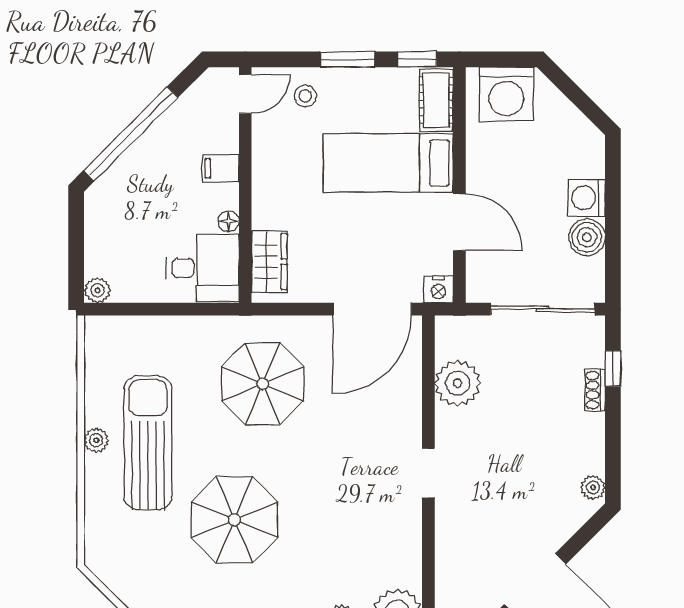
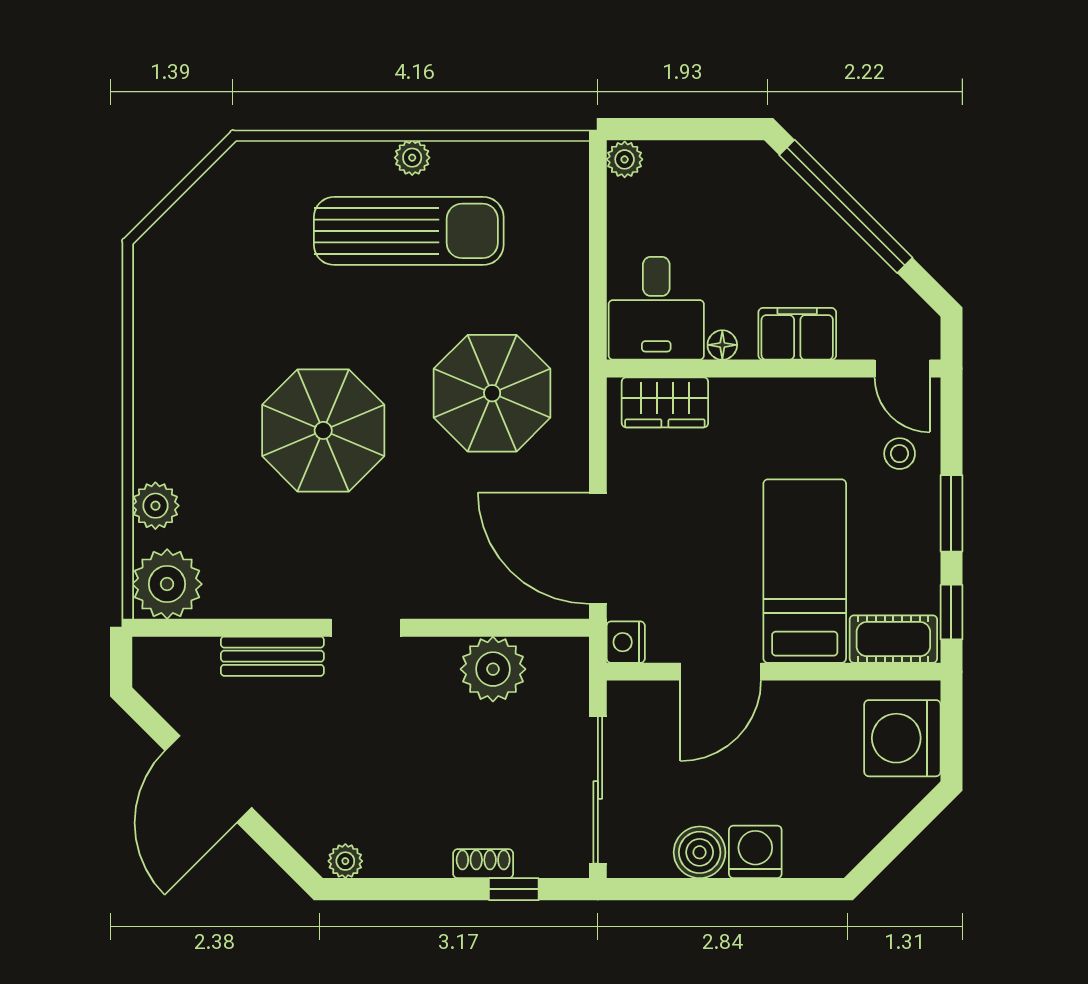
filing cabinet: (221, 168) -> (797, 334), width x2.00
parasol: (234, 520) -> (323, 430), moved
bench: (448, 539) -> (272, 656), added

